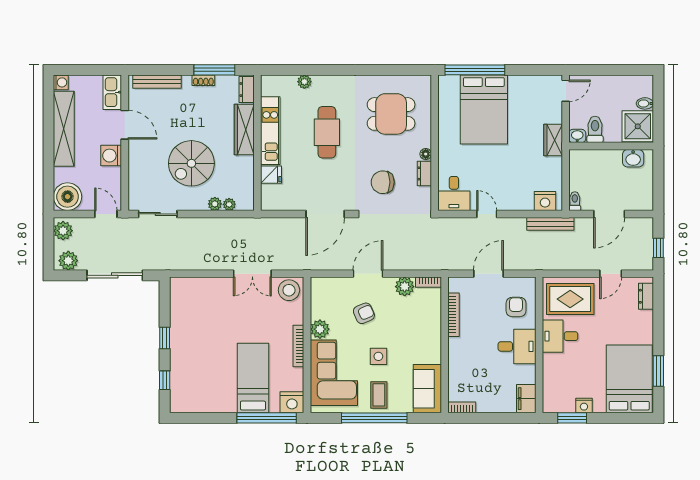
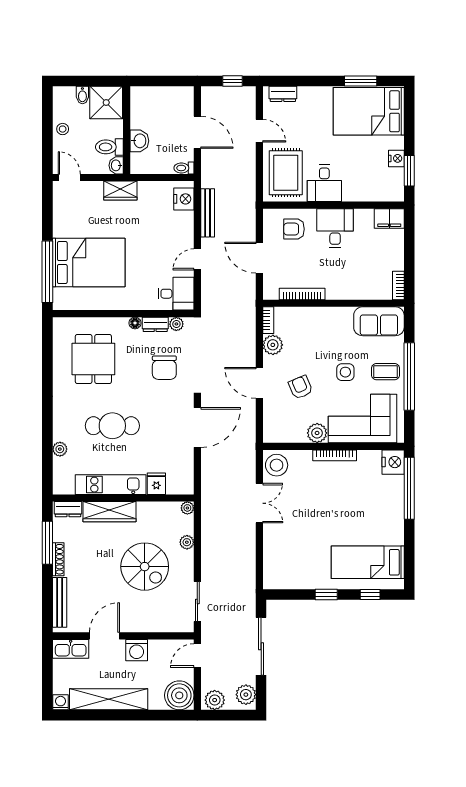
shoe rack: (203, 80) -> (58, 559), width x1.43
stool: (612, 84) -> (63, 129), added
washbasin: (633, 158) -> (139, 141), moved
plant: (425, 194) -> (176, 324), added
plant: (229, 204) -> (187, 508), moved
door: (325, 214) -> (197, 428), hinge flipped
bench: (550, 224) -> (208, 213), moved
bed: (253, 378) -> (368, 562), moved

